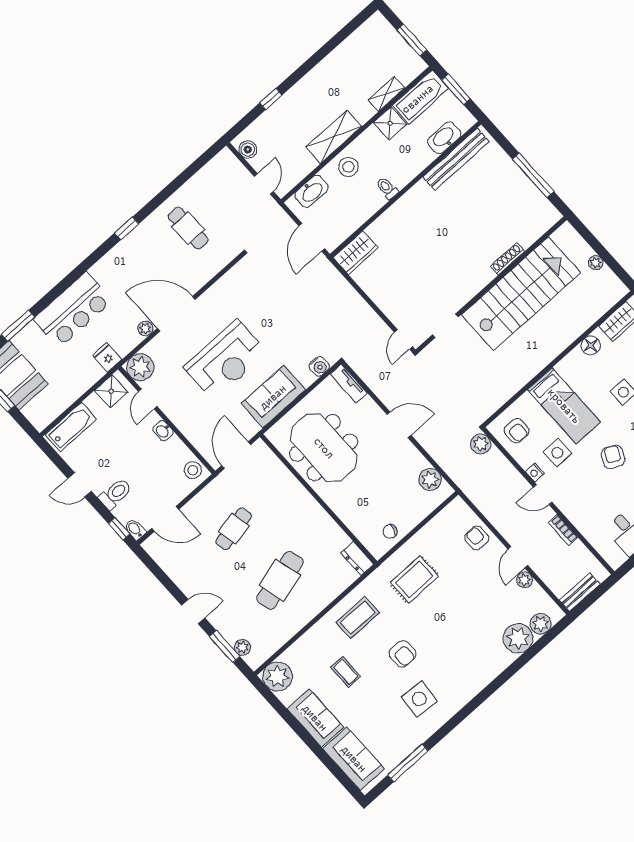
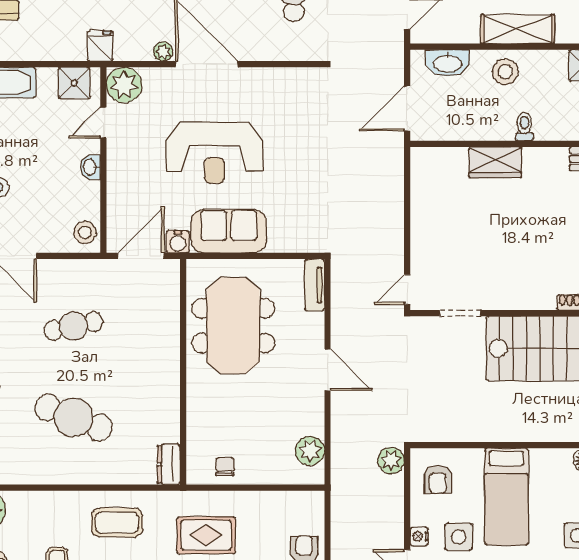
wardrobe: (356, 253) -> (495, 162), moved
water cooler: (319, 366) -> (178, 242), moved
chair: (390, 531) -> (225, 467), turned 73
cafe table: (280, 580) -> (73, 417), turned 36

